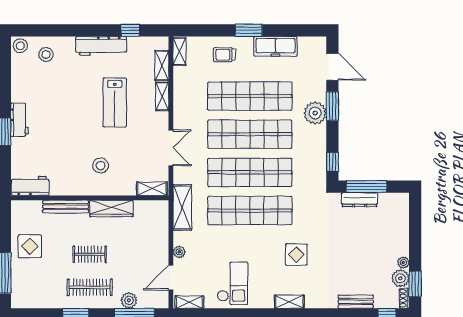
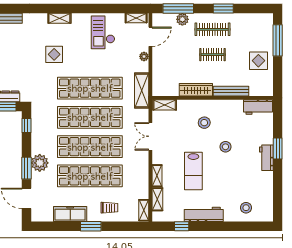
stool: (20, 46) -> (225, 147), moved
lab bench: (115, 103) -> (193, 171), turned 180

